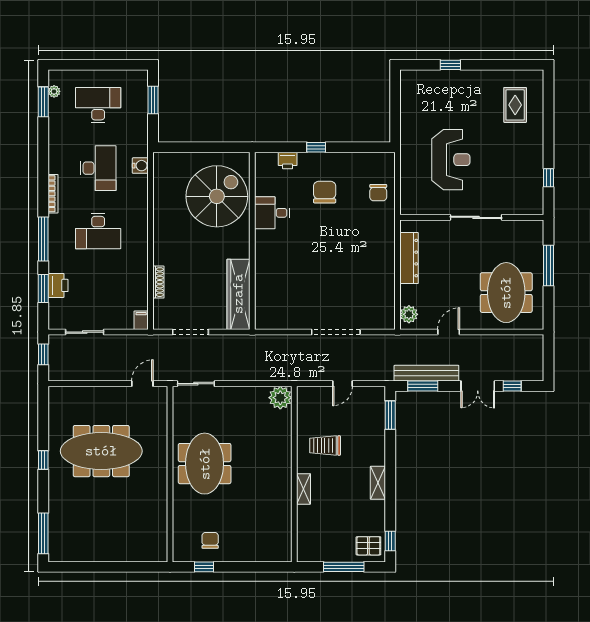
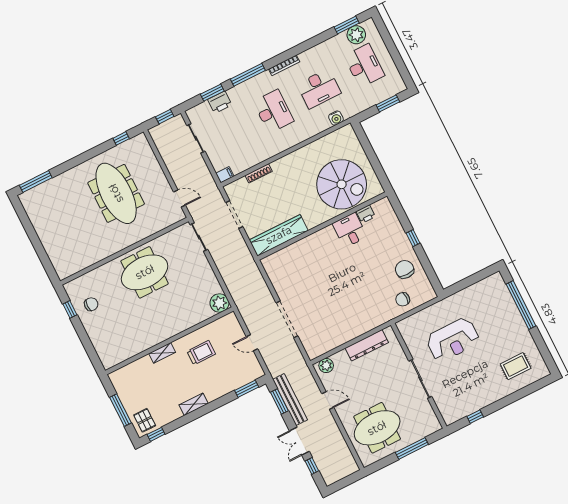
window: (450, 65) -> (521, 305), width x3.17
plant: (54, 91) -> (356, 35), width x1.87, depth x1.87
printer: (288, 161) -> (366, 214), moved, turned -90
chair: (325, 192) -> (405, 269), moved, turned -90
desk: (98, 231) -> (273, 111), turned 180
trolley: (325, 446) -> (201, 353), turned 90
window: (43, 460) -> (121, 138), moved

